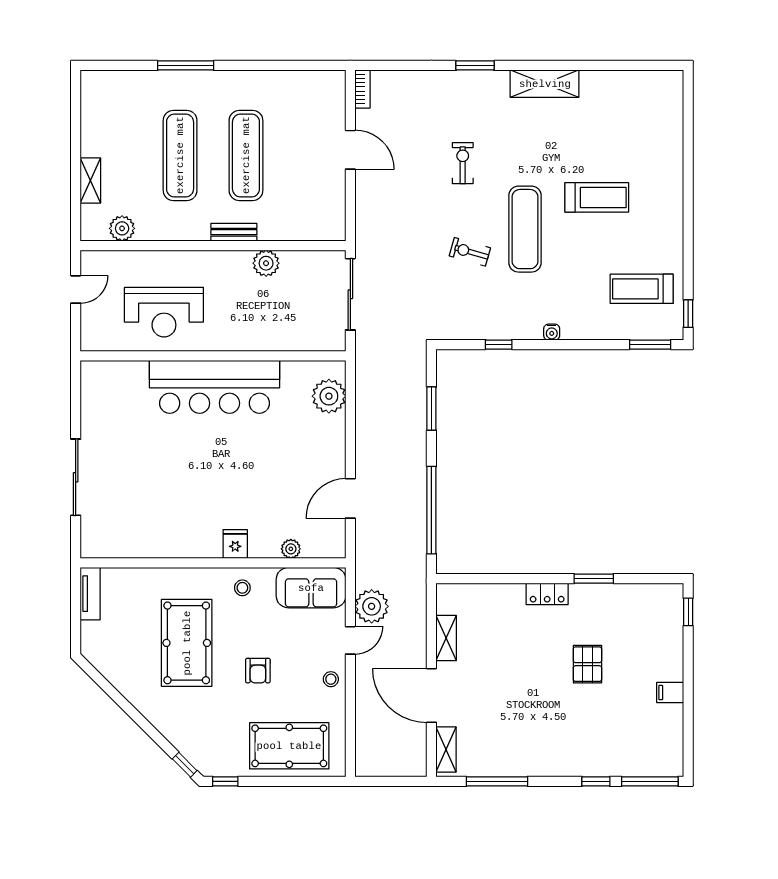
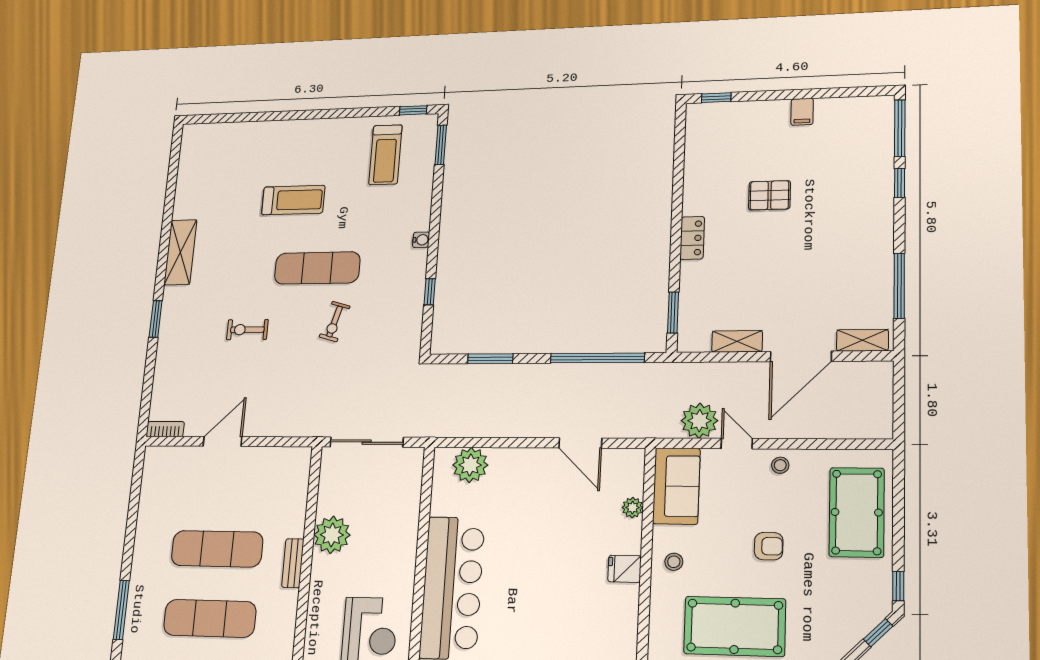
treadmill: (597, 197) -> (293, 200), turned 90
plant: (266, 263) -> (332, 535), width x1.36, depth x1.36
window: (594, 579) -> (673, 312), moved

